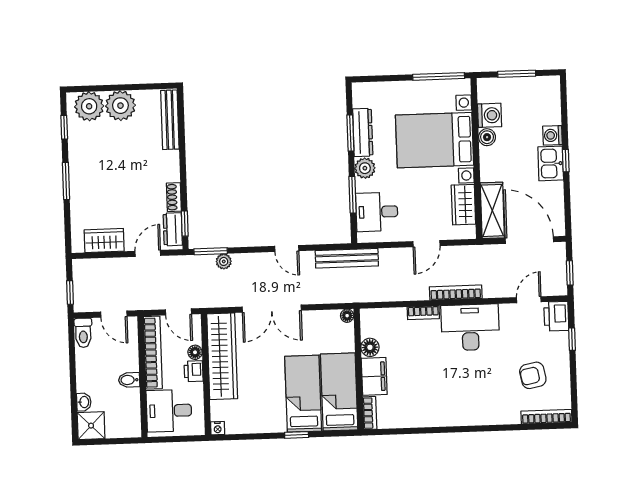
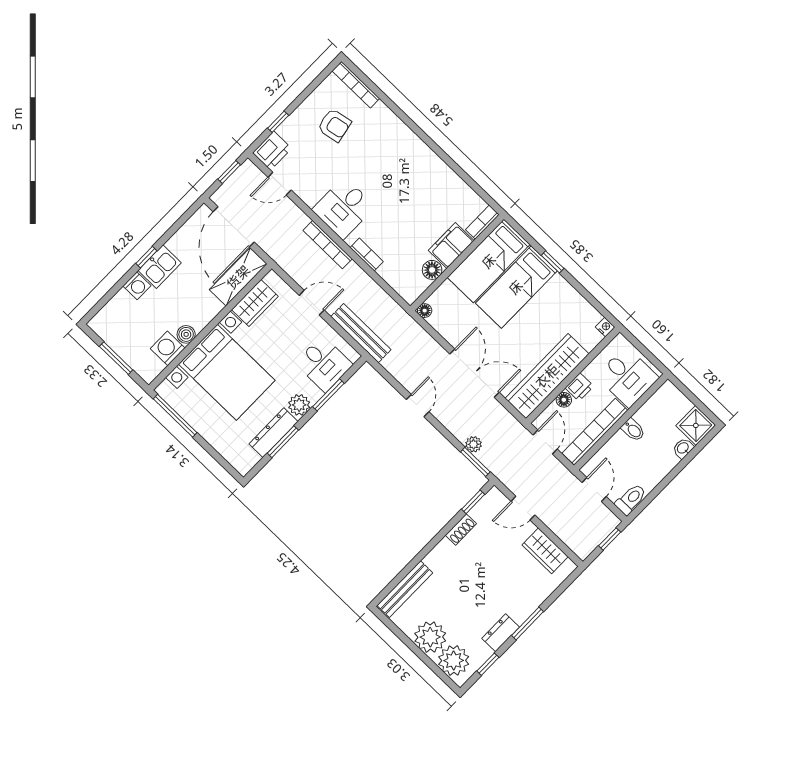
dresser: (173, 229) -> (501, 633), moved, turned 180
bench: (347, 258) -> (361, 333), moved
desk: (470, 327) -> (344, 208), width x0.73

